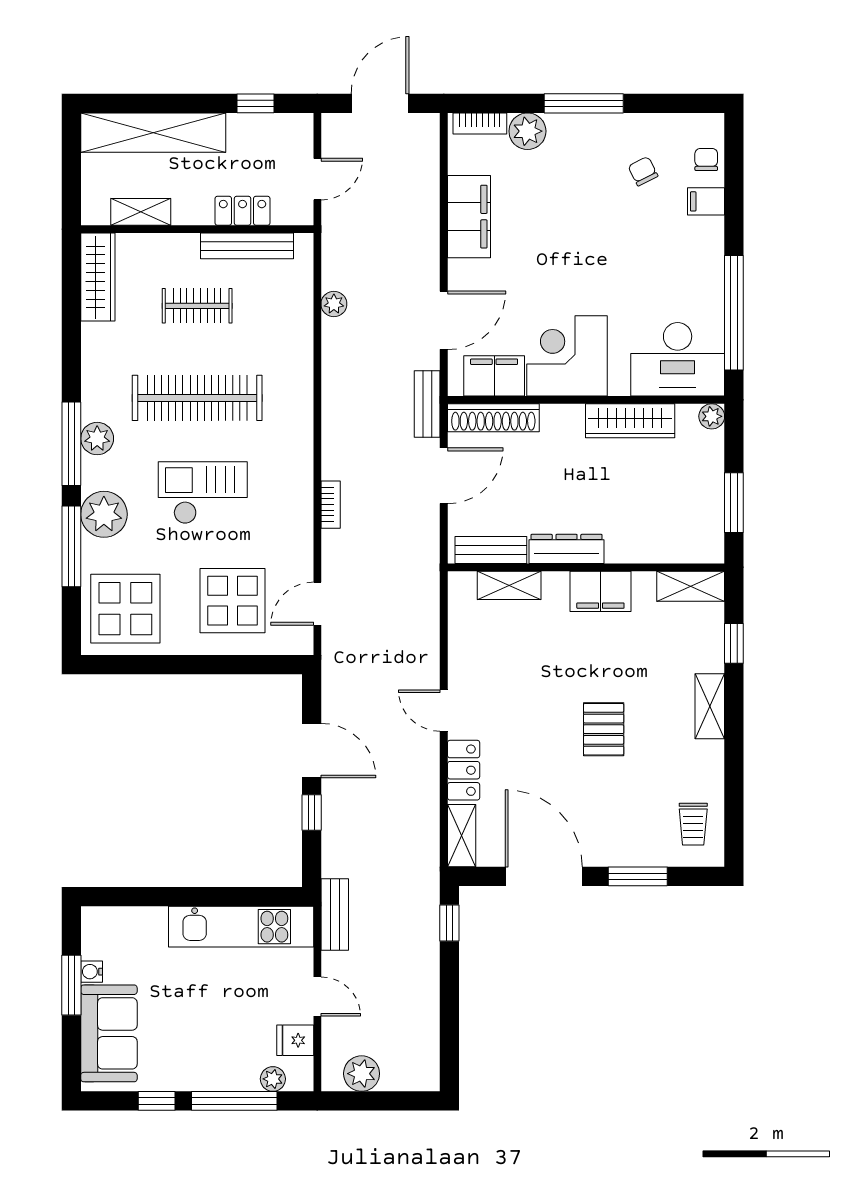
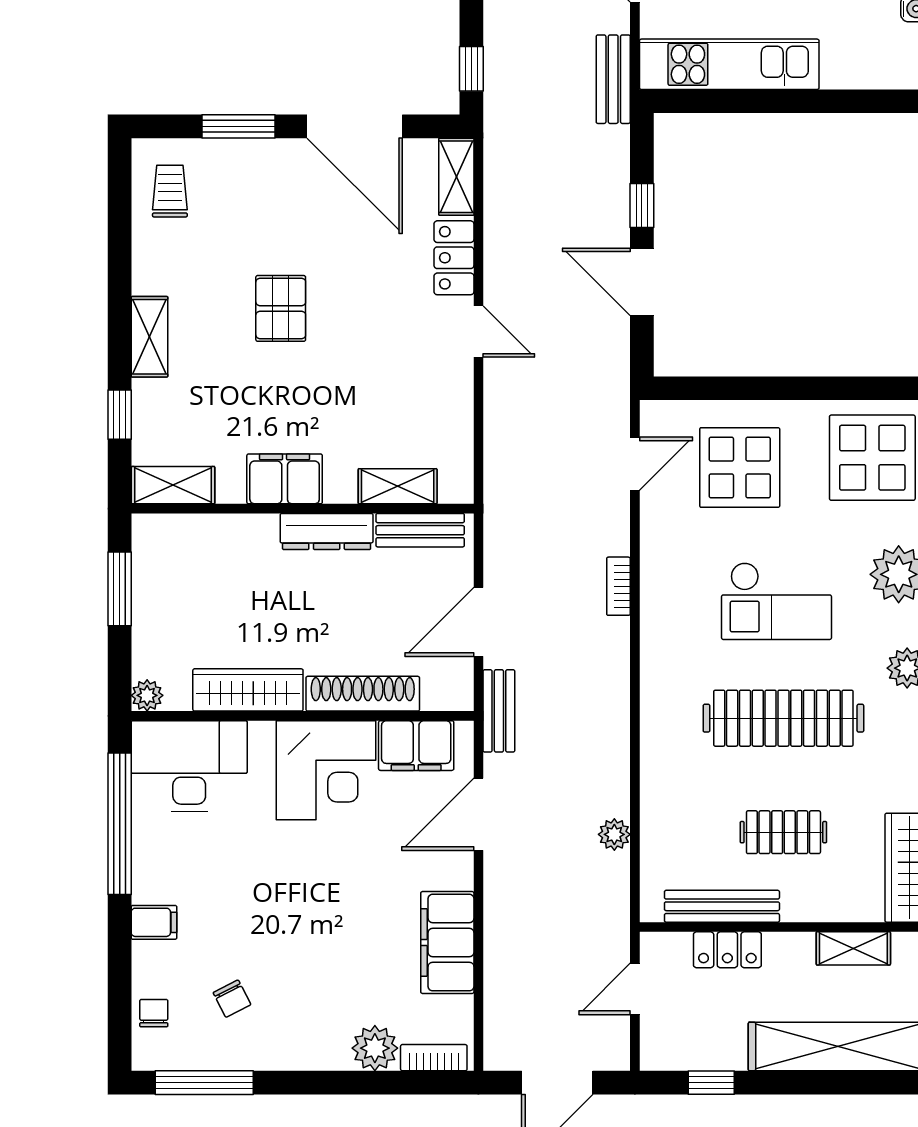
window: (584, 103) -> (204, 1083), moved
chair: (706, 160) -> (154, 1013), turned 180
filing cabinet: (706, 201) -> (154, 922), moved
shoe rack: (493, 418) -> (363, 694), moved

